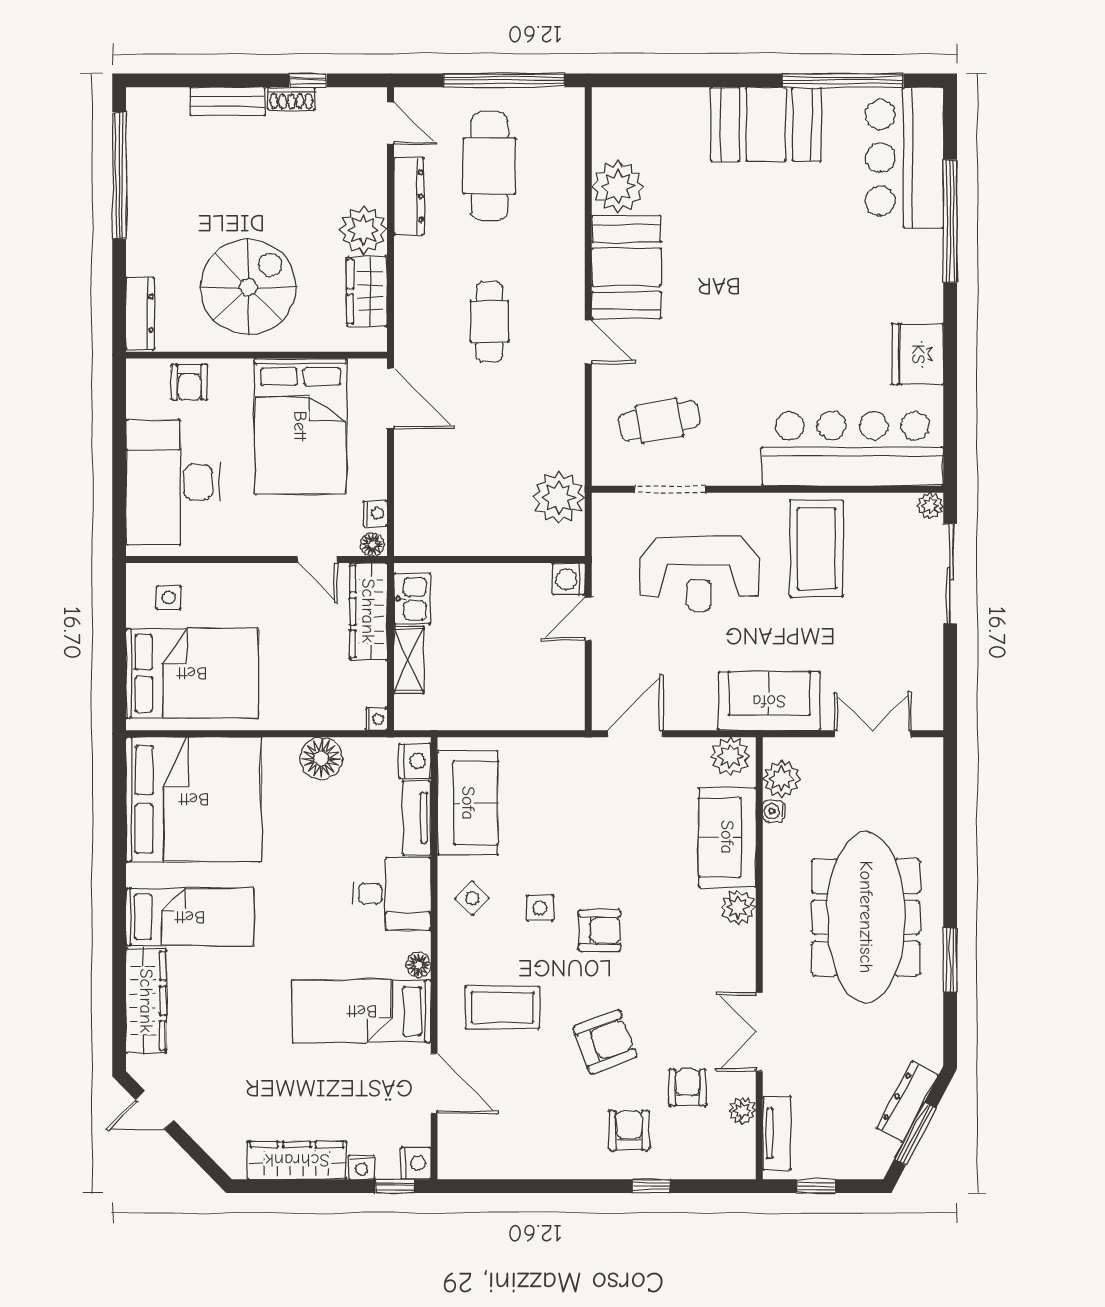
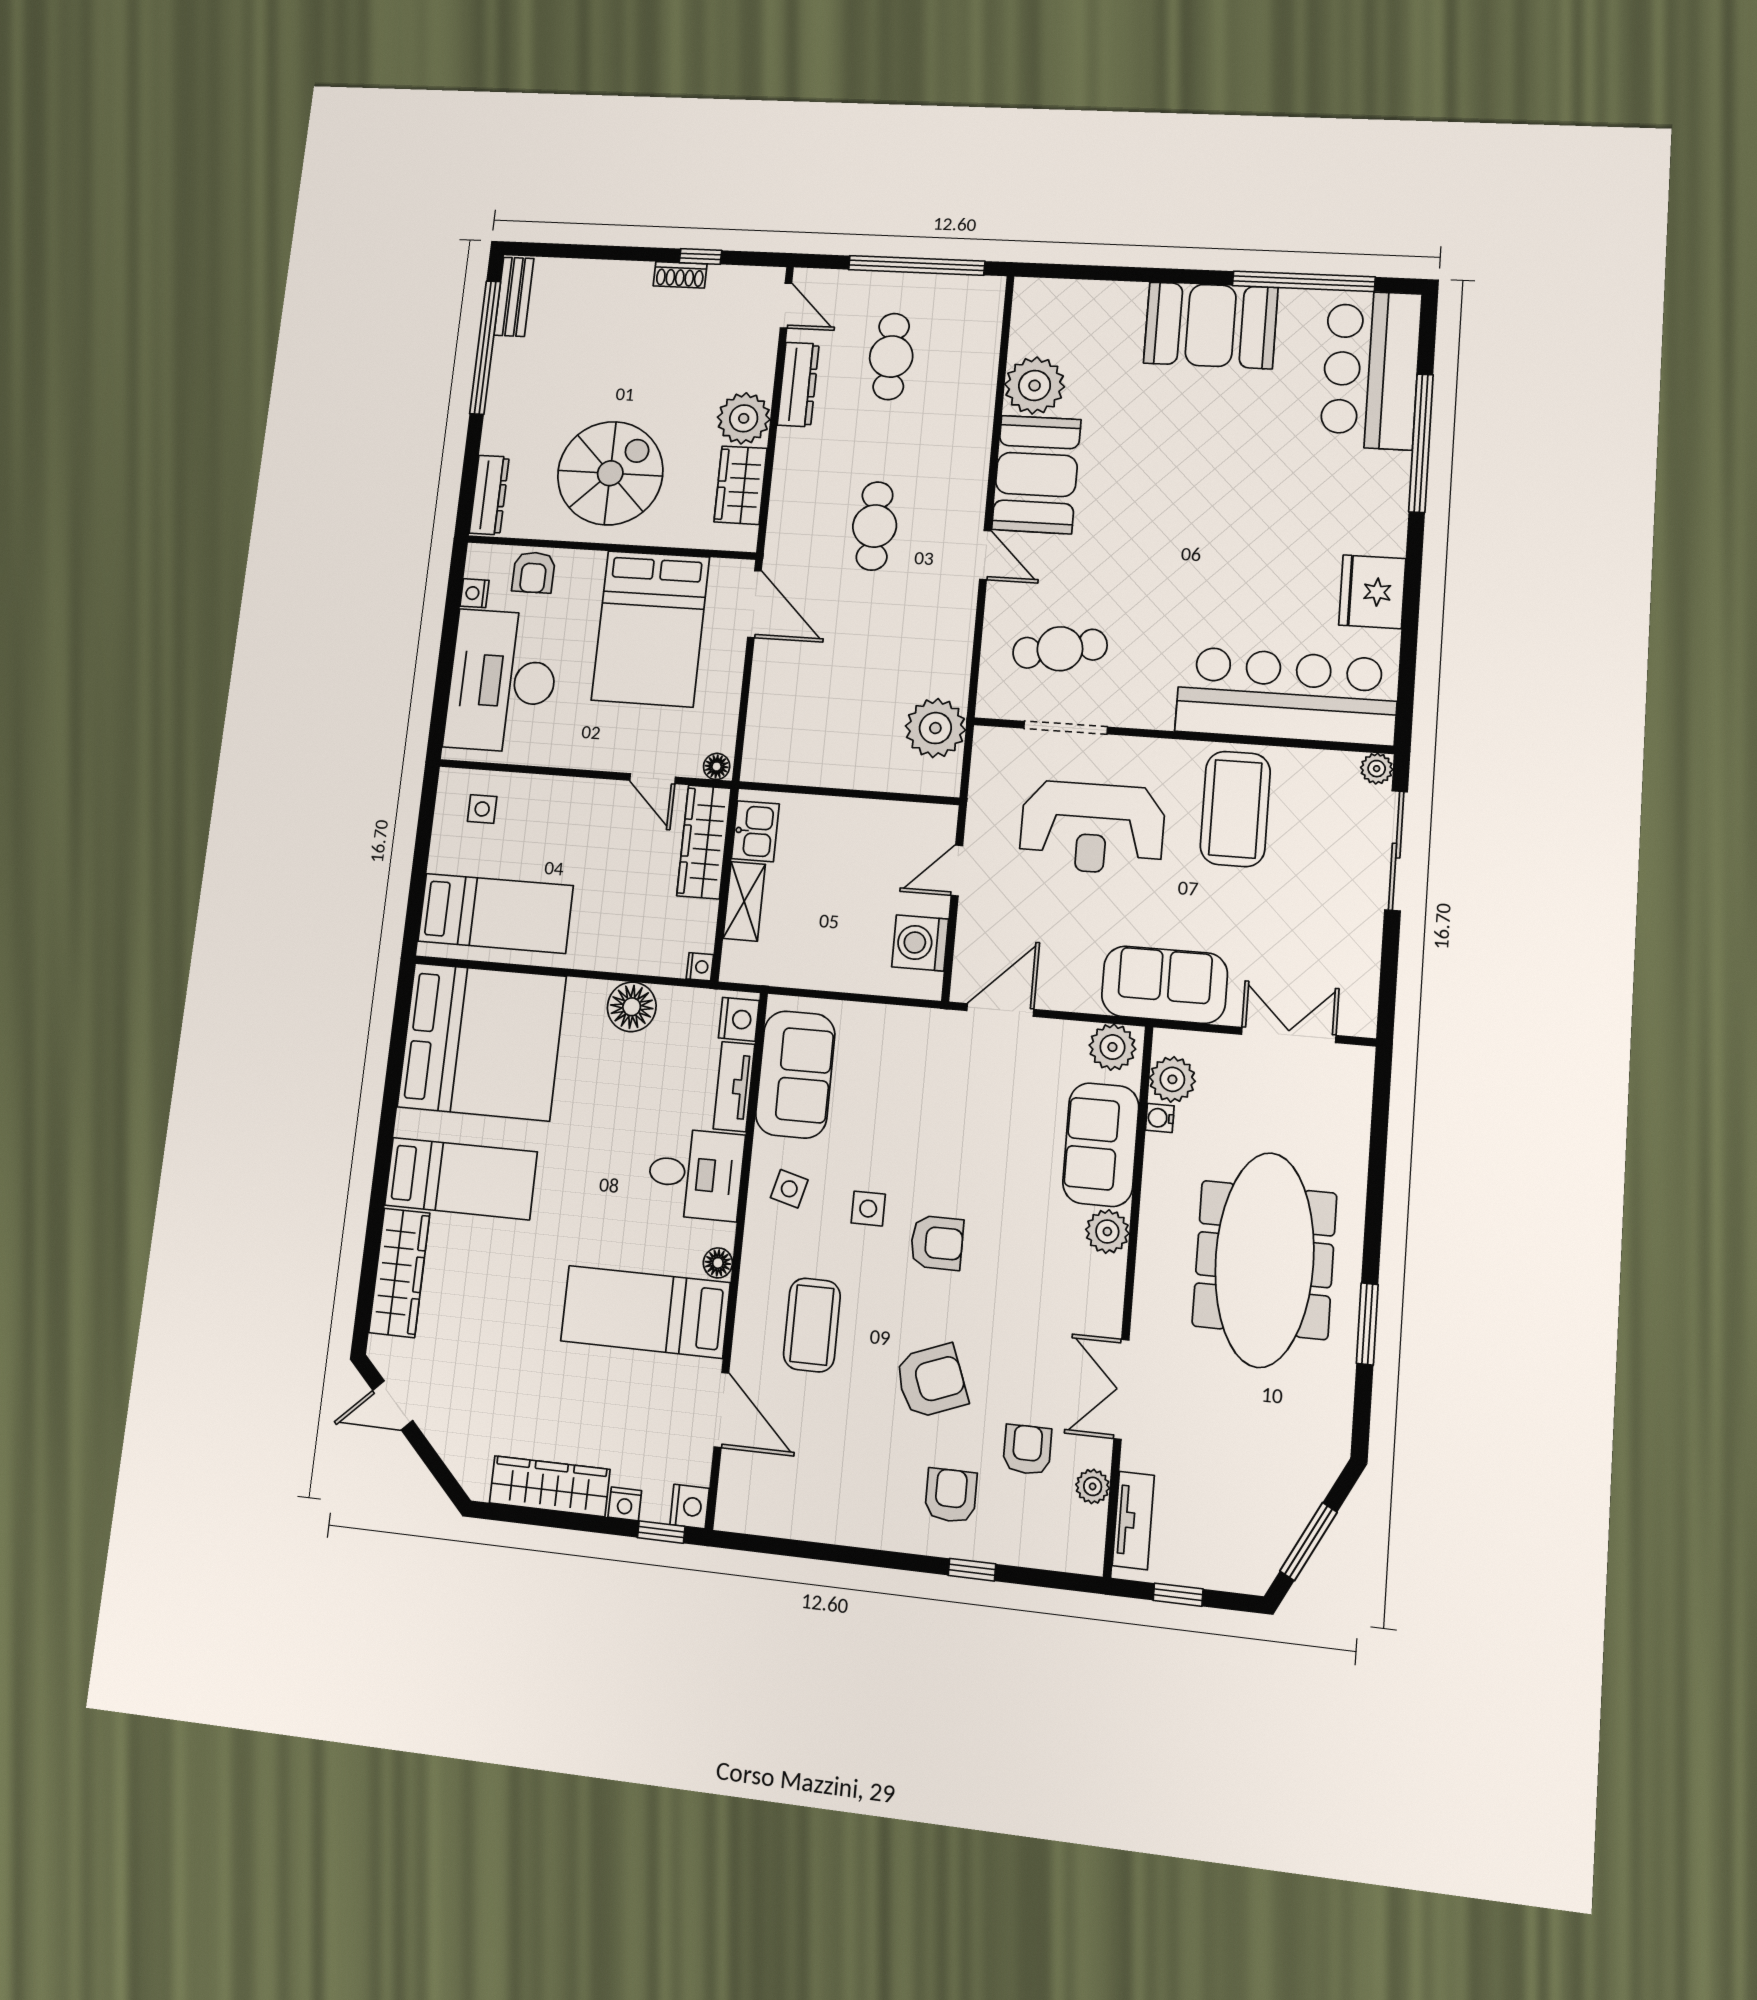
bench: (228, 101) -> (514, 297), moved, turned 90
cafe table: (489, 166) -> (891, 357), width x0.73, depth x0.74
nightstand: (375, 513) -> (474, 593), moved, turned 180
washing machine: (569, 579) -> (920, 943), moved, width x1.38, depth x1.38
bed: (192, 673) -> (495, 913), width x0.67
side table: (472, 898) -> (789, 1189), turned -30
coffee table: (502, 1007) -> (812, 1325), turned 90
dresser: (907, 1102) -> (1301, 1499), removed

